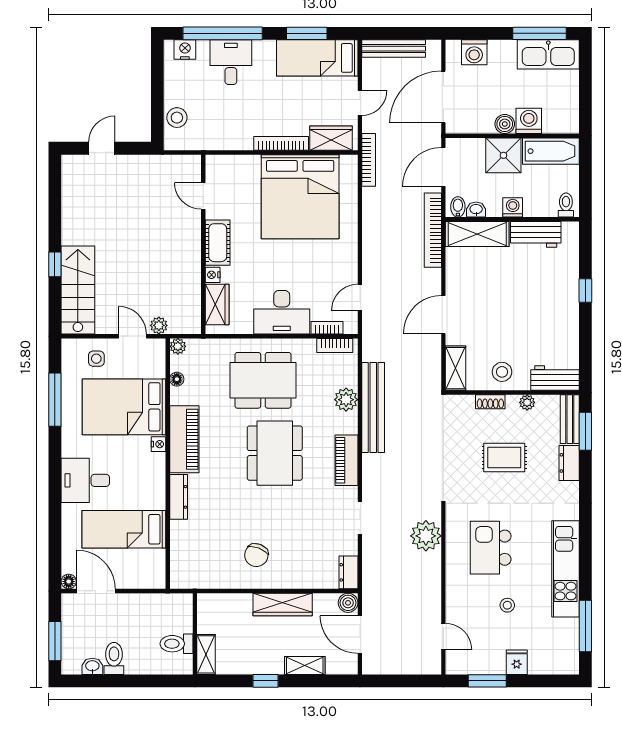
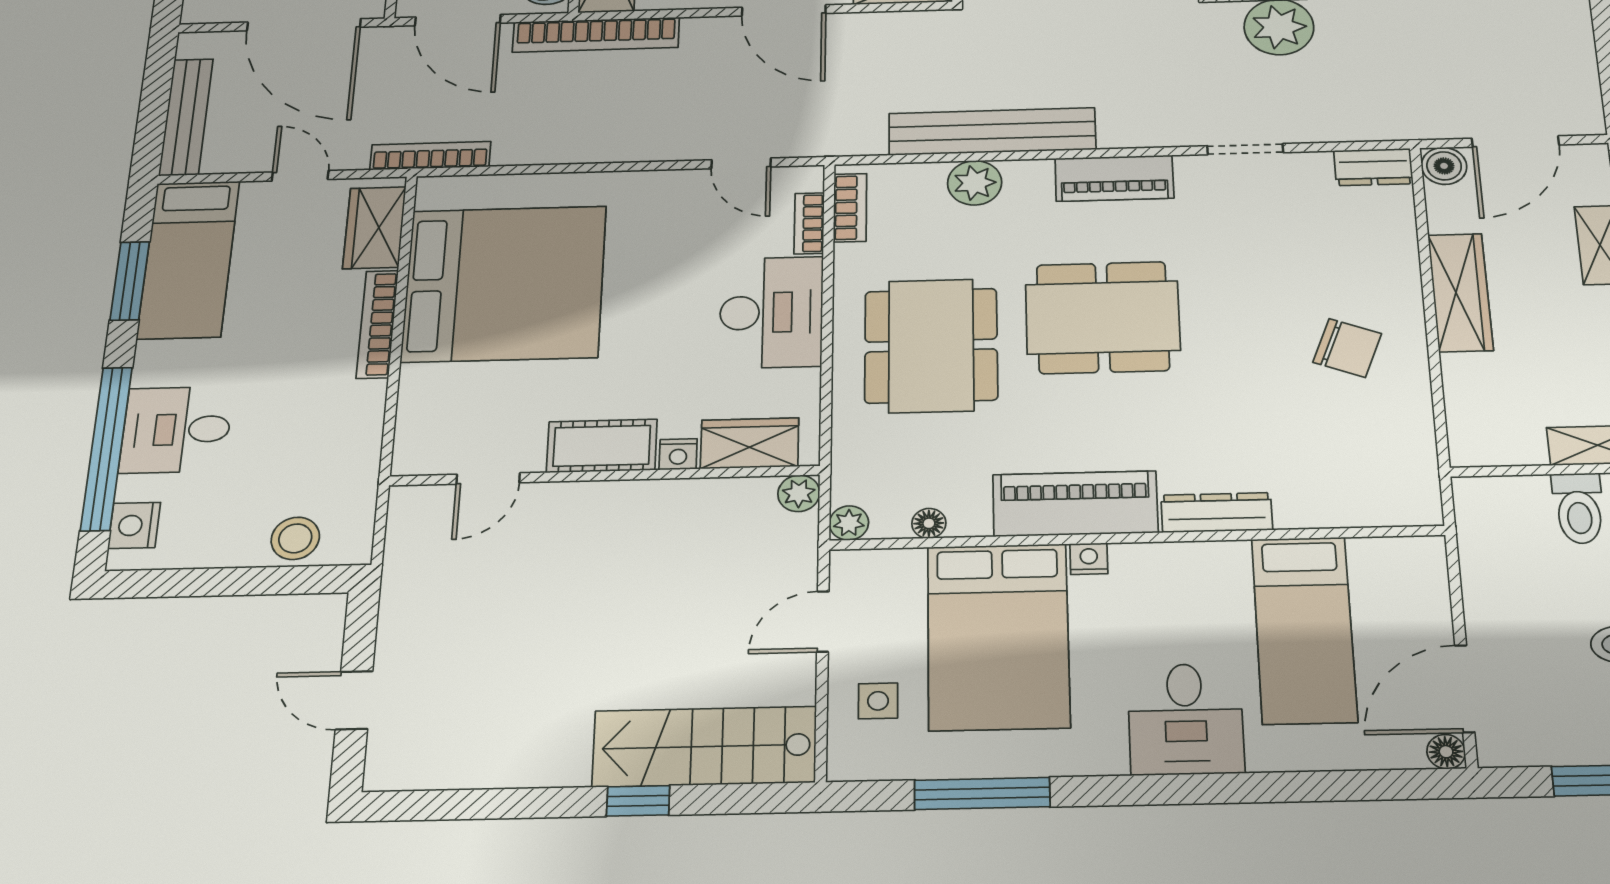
plant: (159, 325) -> (799, 493), moved

